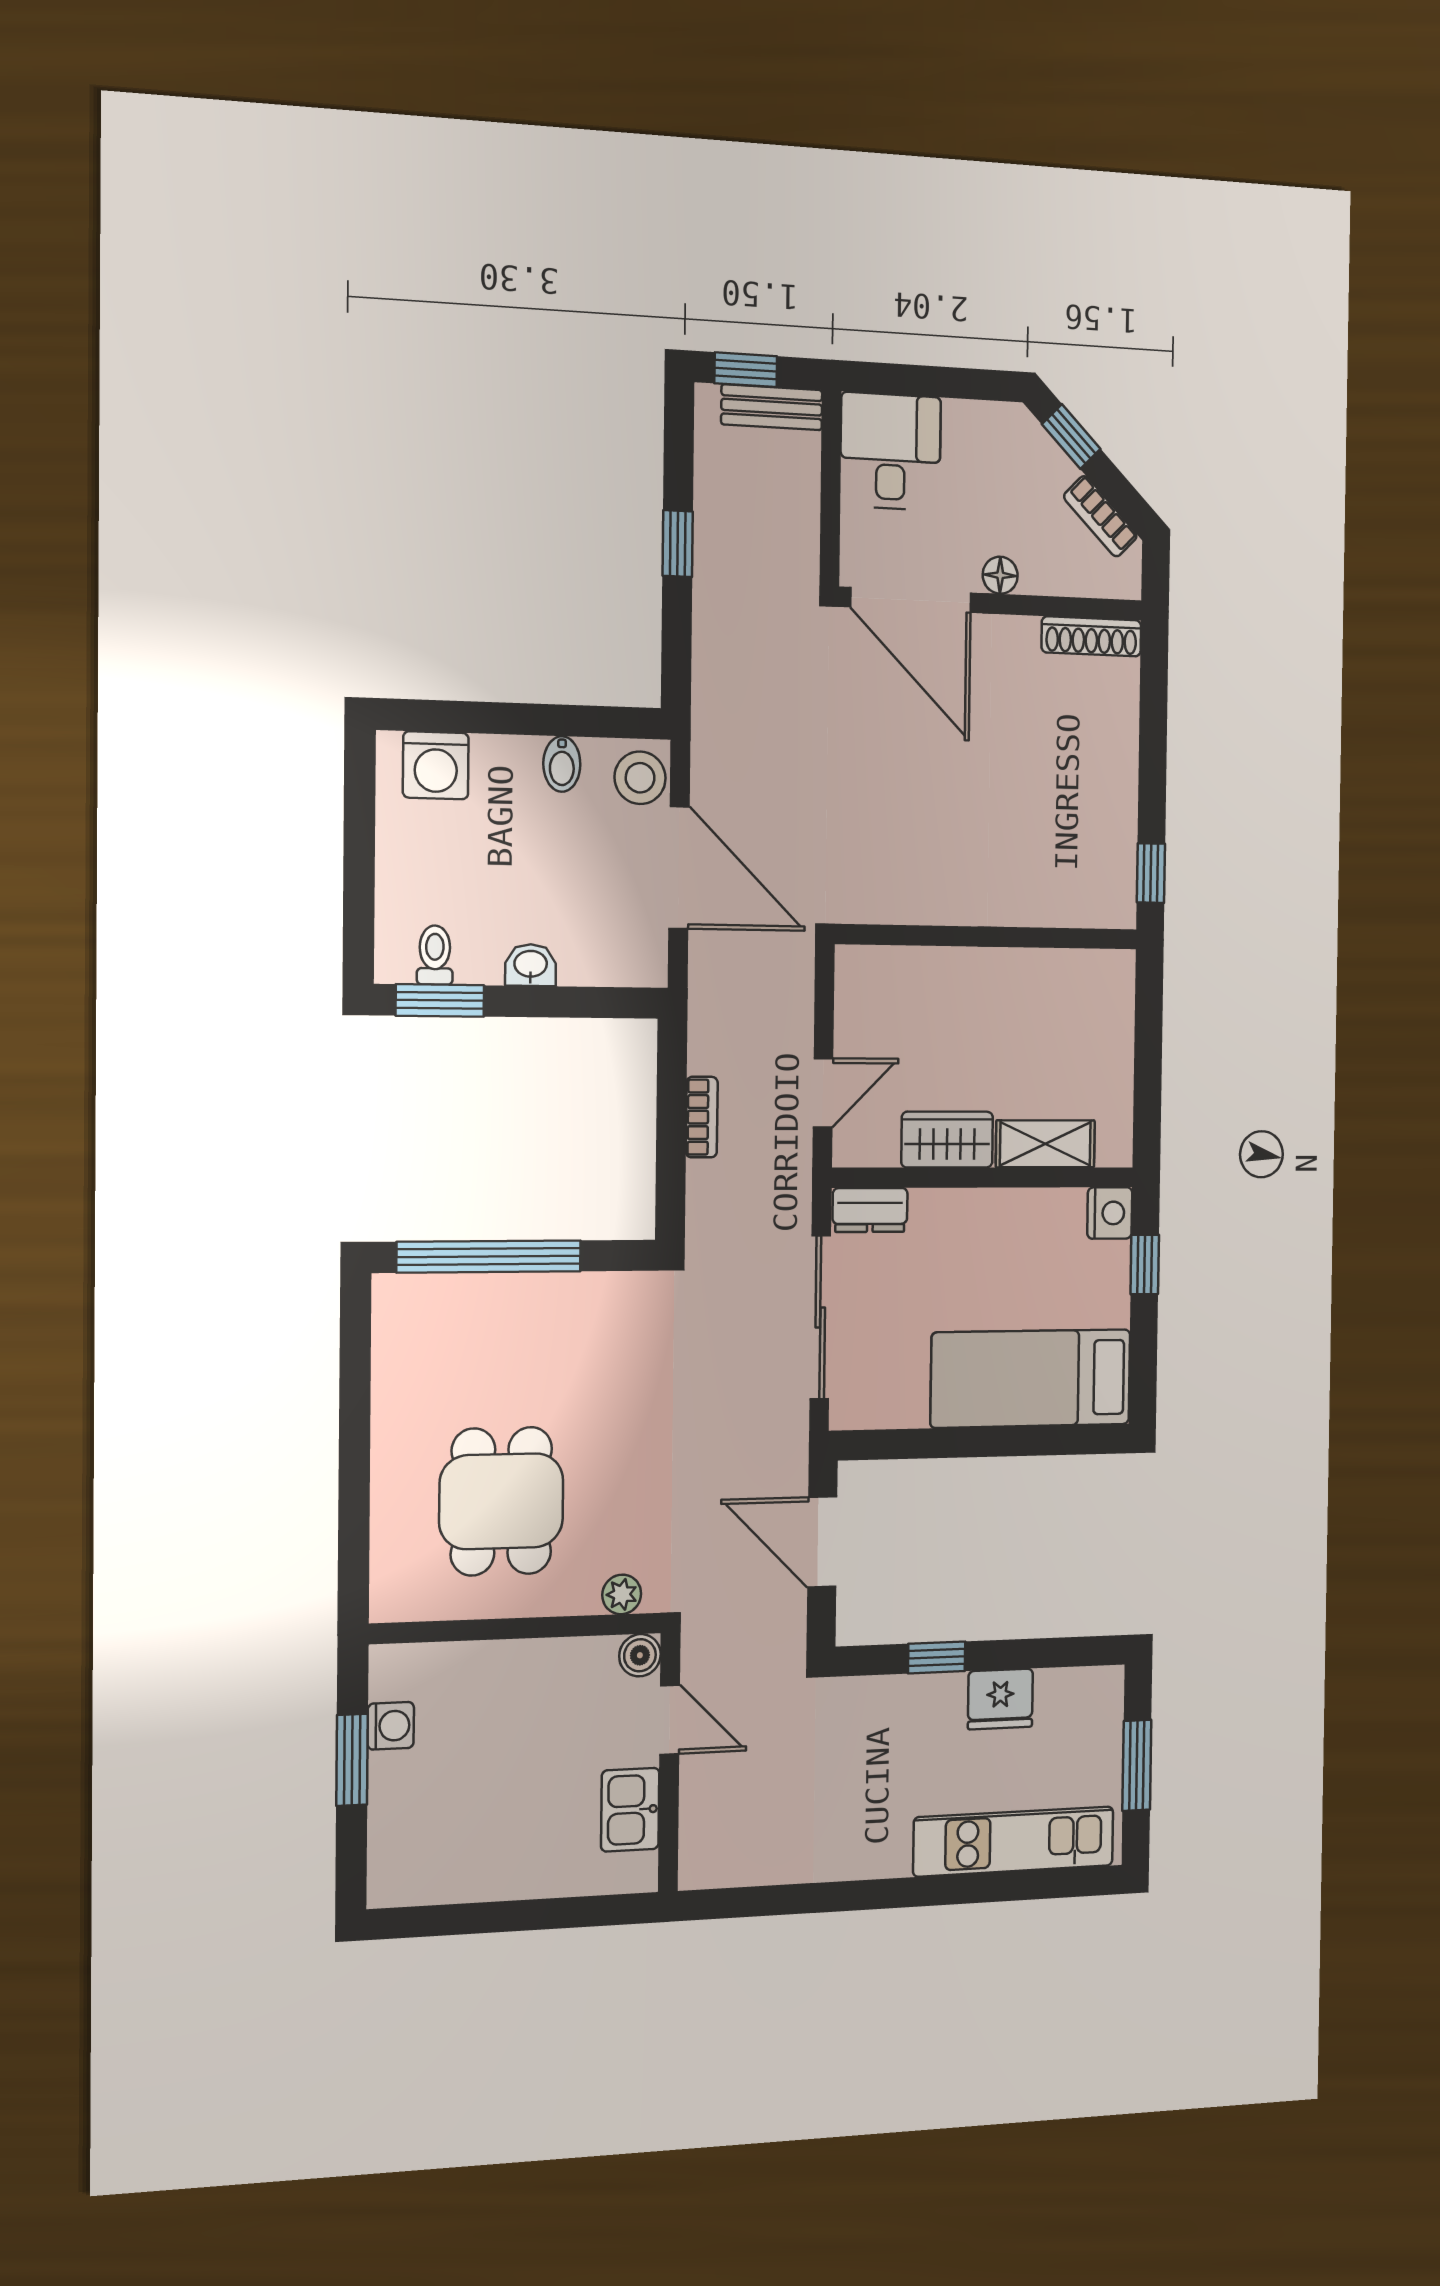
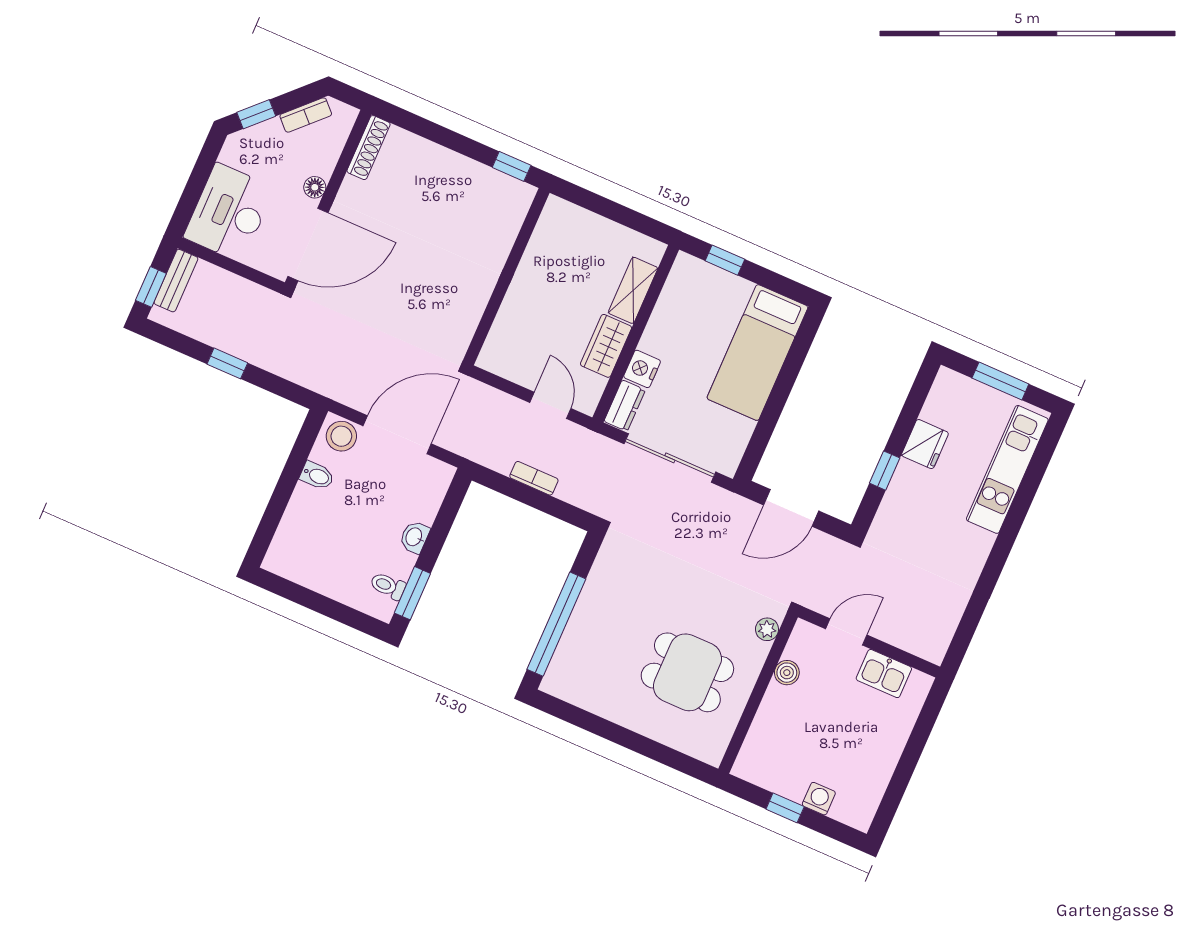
desk: (891, 451) -> (229, 212), width x1.37
washing machine: (436, 765) -> (290, 544), removed
nightstand: (1110, 1213) -> (642, 369), moved, turned -90
boiler: (640, 1655) -> (787, 673), moved
washing machine: (391, 1726) -> (819, 799), moved
window: (352, 1760) -> (785, 808), width x0.67

